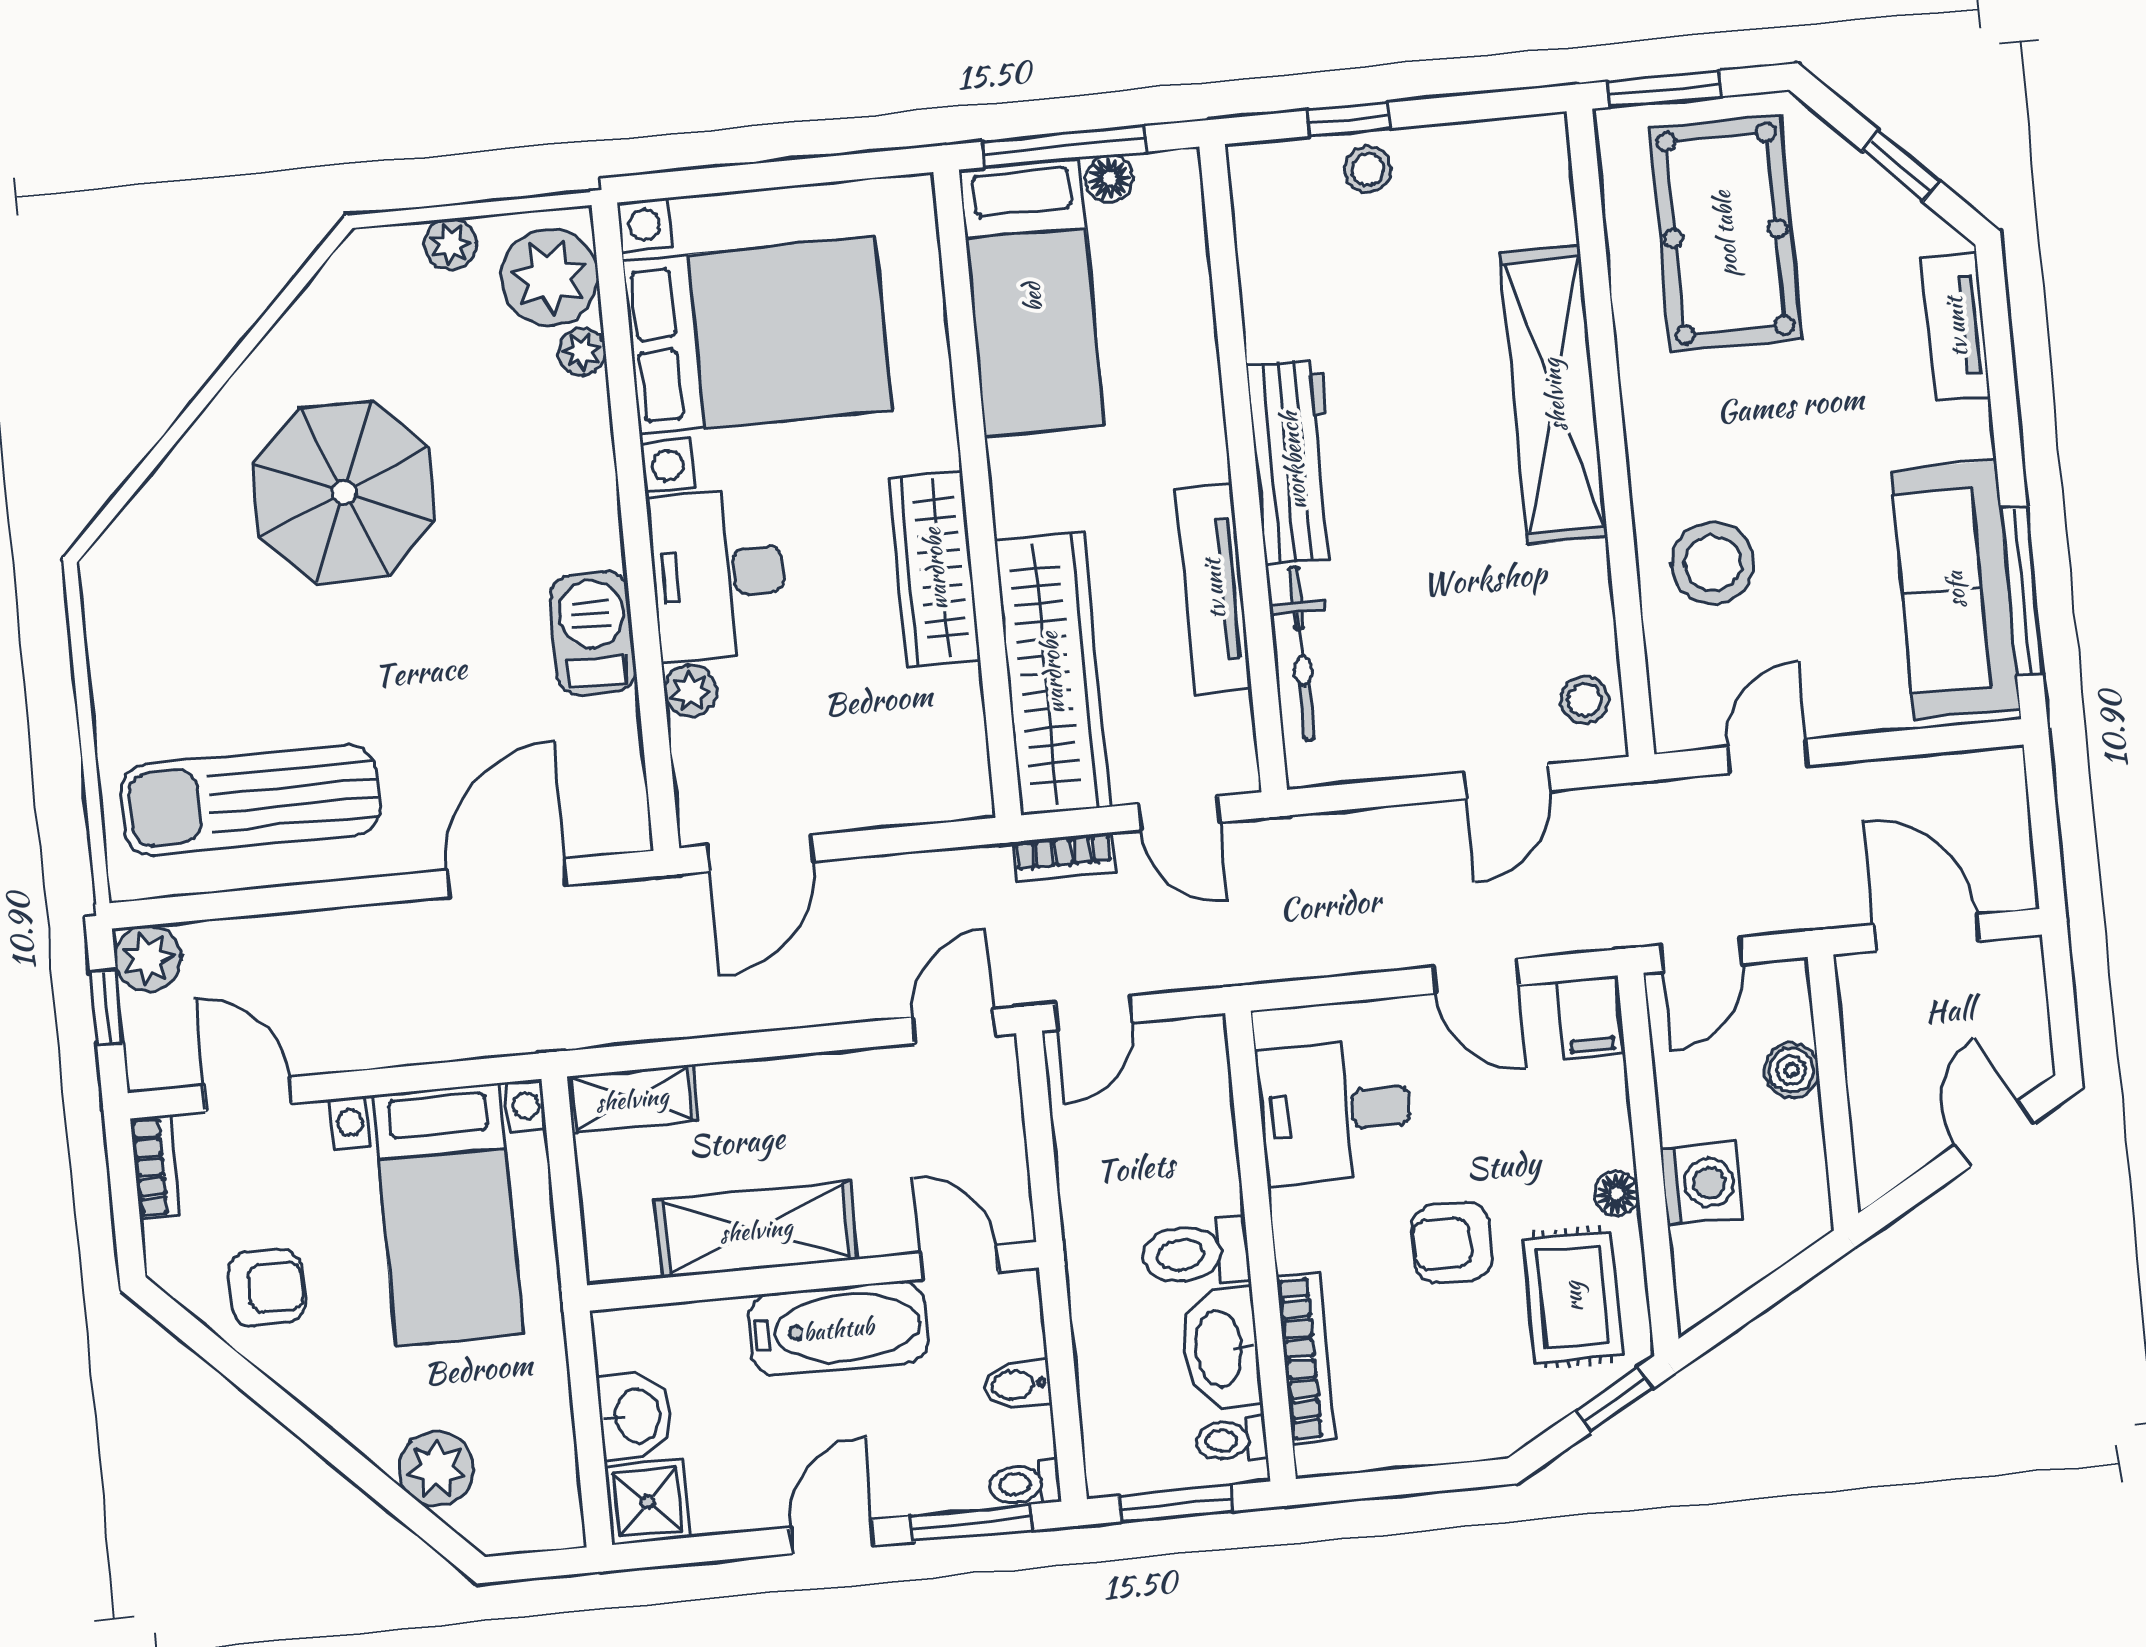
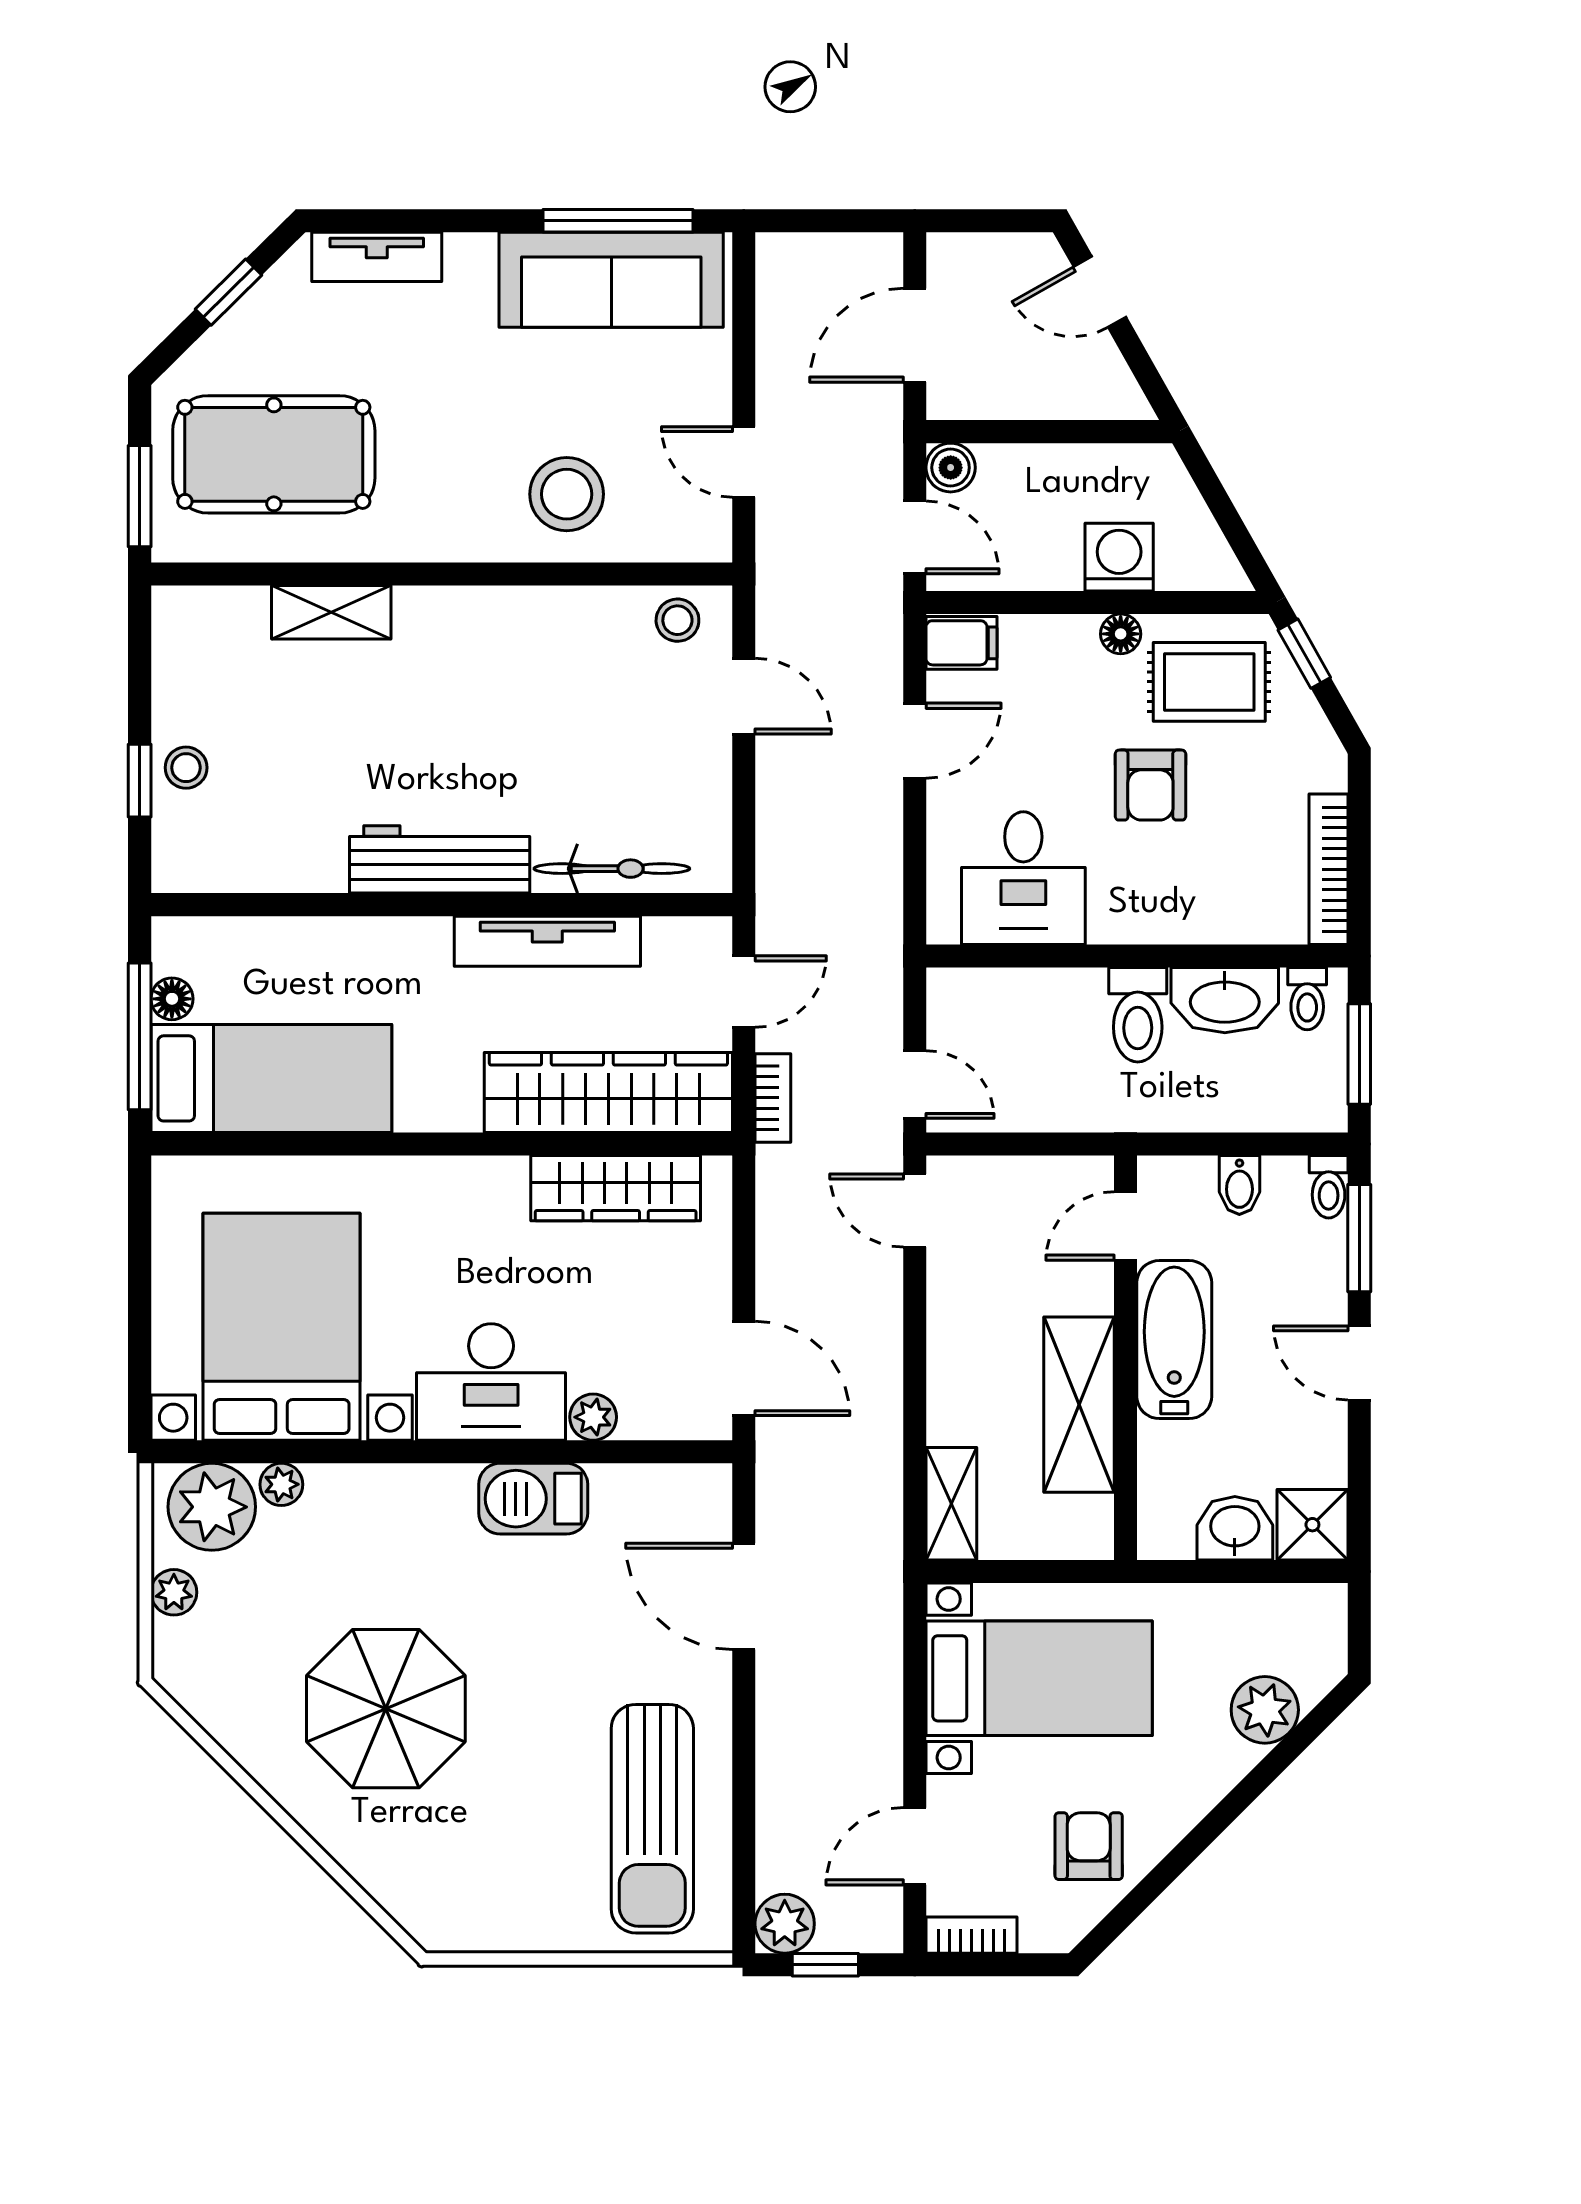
shelving: (1554, 395) -> (331, 612), width x0.45, depth x0.75
wardrobe: (935, 569) -> (616, 1188), moved
boiler: (1791, 1070) -> (951, 468), moved
bookcase: (1306, 1358) -> (1329, 869), moved, turned -90

